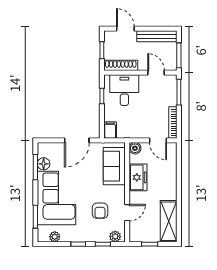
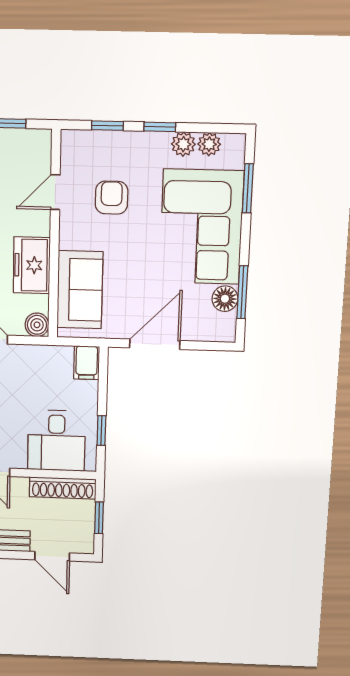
plant: (115, 236) -> (183, 144), moved

